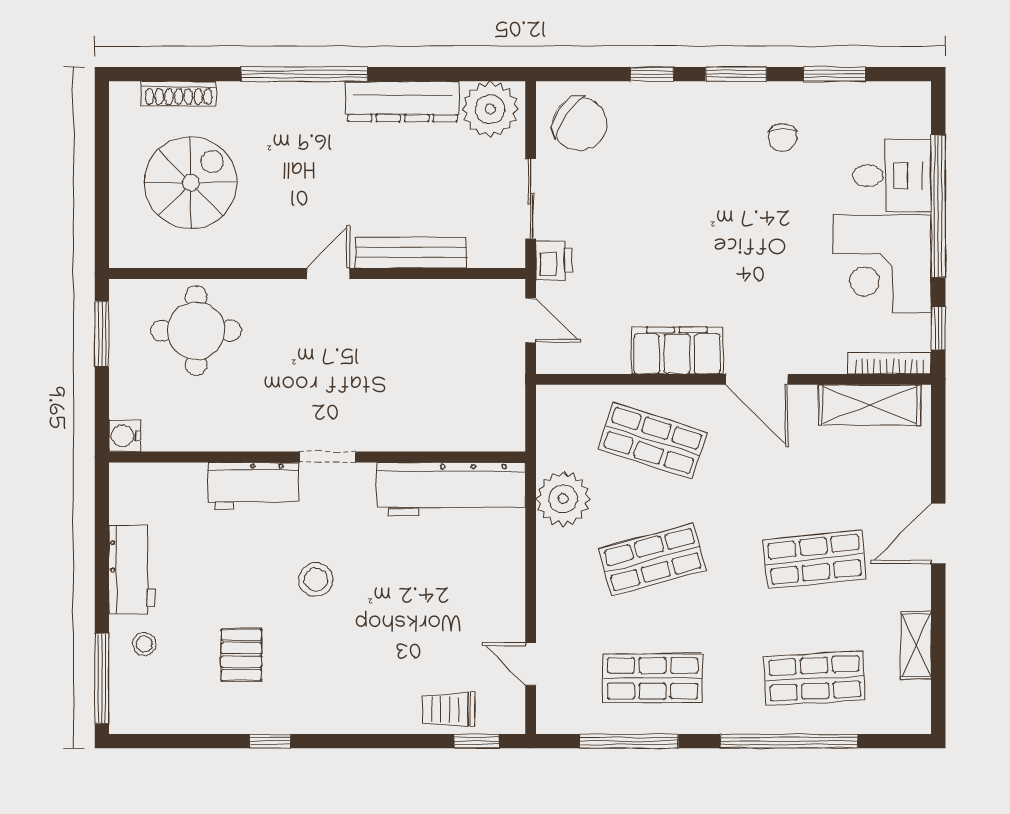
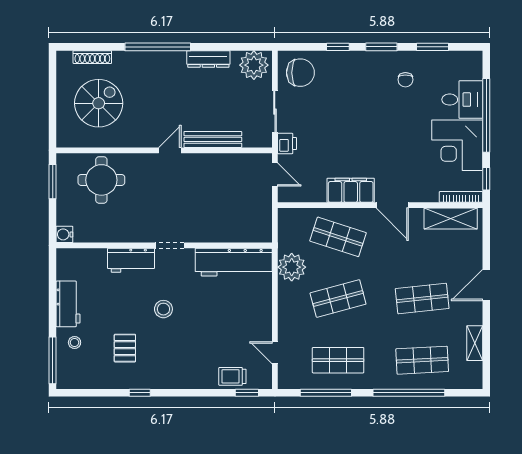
dresser: (402, 101) -> (208, 59), width x0.73, depth x0.80
chair: (580, 124) -> (300, 73), turned -34

